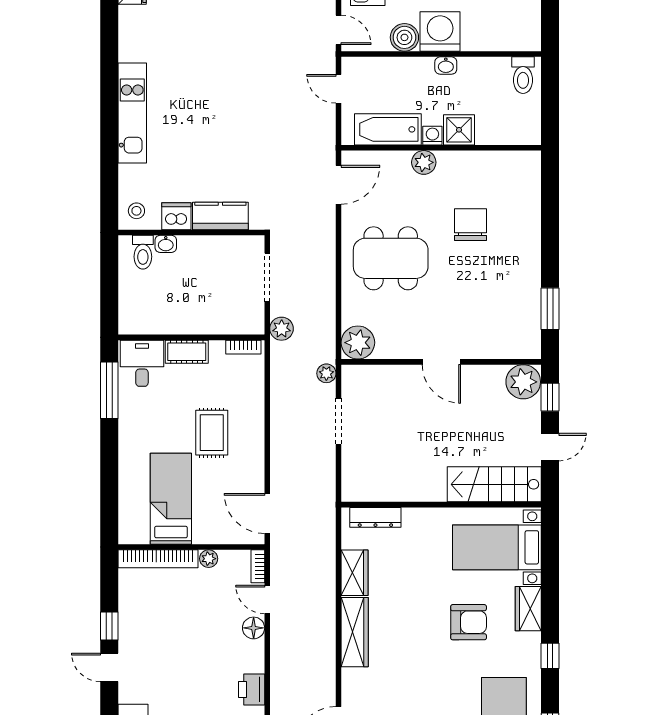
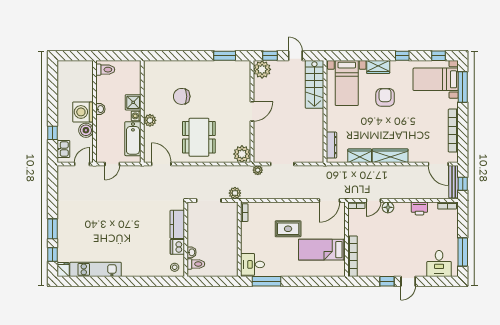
kitchen unit: (132, 113) -> (96, 269), moved
cot: (187, 352) -> (247, 242), removed
plant: (209, 559) -> (353, 230), removed

